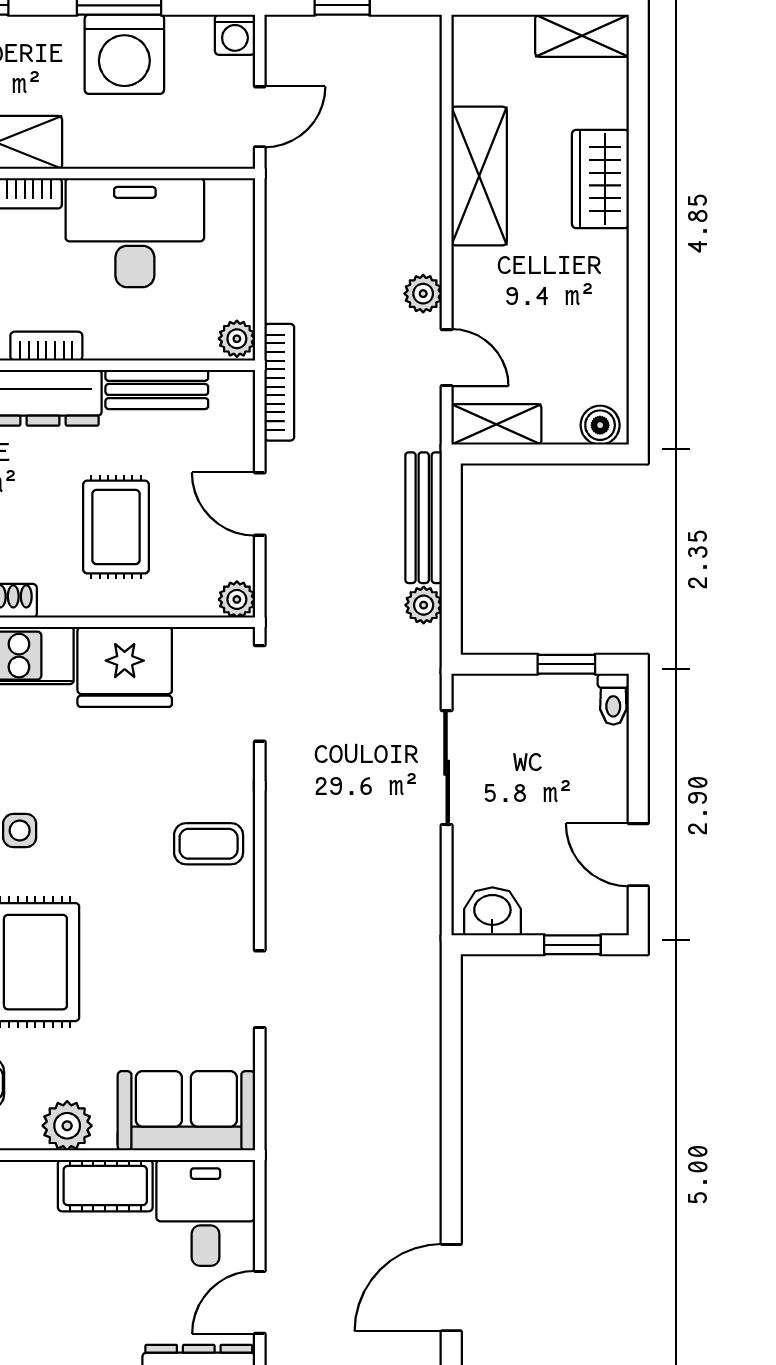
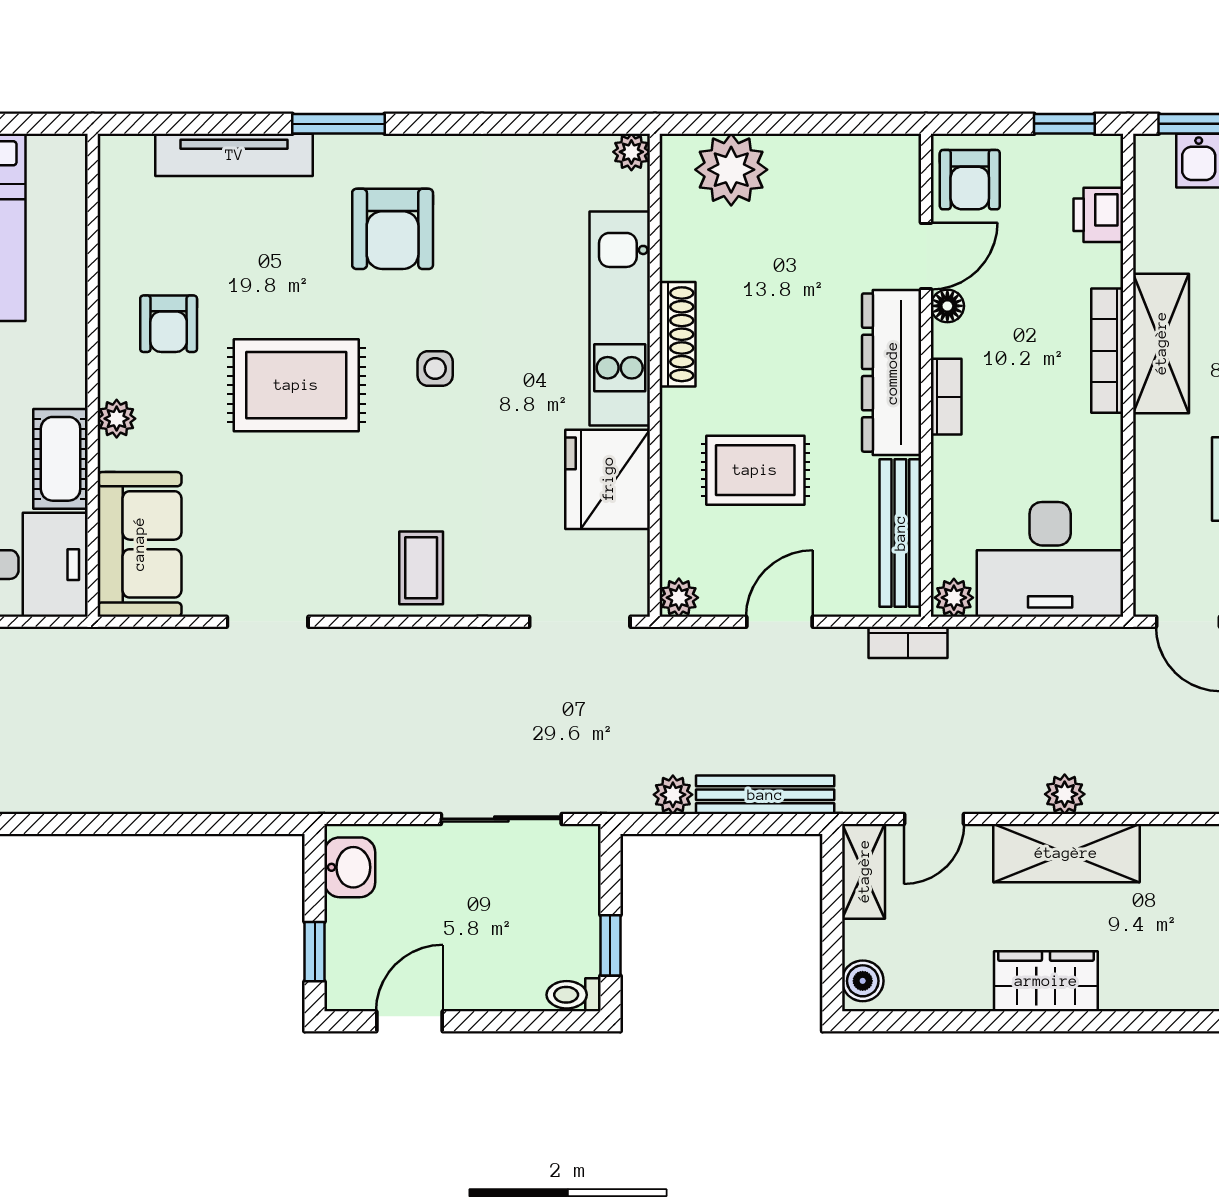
shelving: (479, 176) -> (1066, 853), moved
wardrobe: (600, 179) -> (1046, 981), moved
desk: (135, 233) -> (1050, 559), moved, turned 90
plant: (423, 294) -> (1065, 794), moved
bookcase: (279, 382) -> (908, 642), width x0.64
bench: (157, 389) -> (900, 533), width x1.36
plant: (67, 1126) -> (117, 419), width x0.73, depth x0.73

